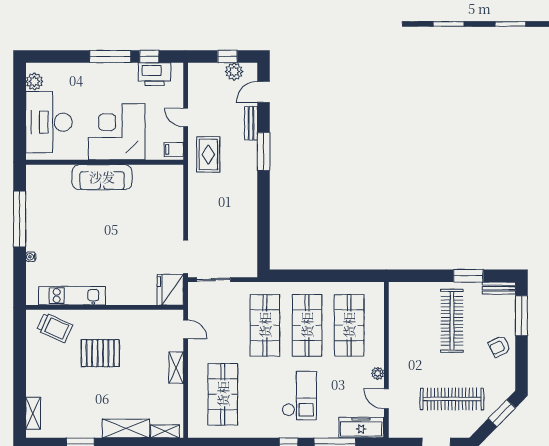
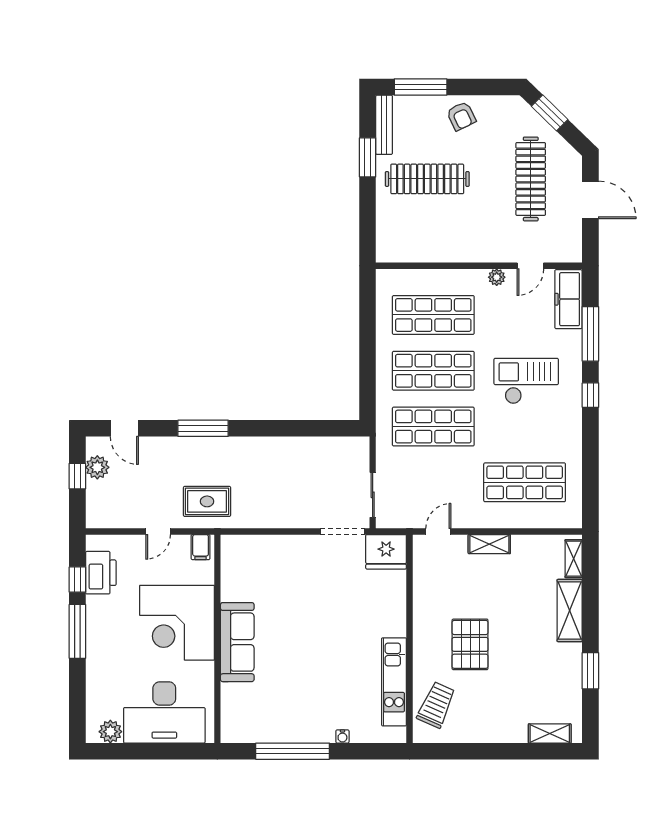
bench: (251, 123) -> (166, 445), removed
bench: (499, 288) -> (384, 125), width x1.36

